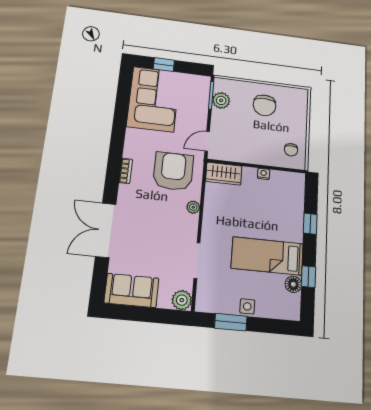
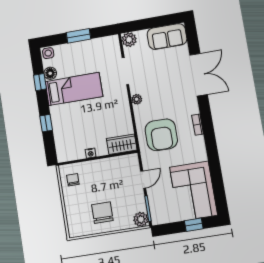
plant: (221, 100) -> (141, 219), moved
door: (207, 141) -> (143, 180), moved
plant: (193, 207) -> (137, 99), moved
side table: (247, 306) -> (48, 53), moved
window: (231, 322) -> (78, 36), moved

